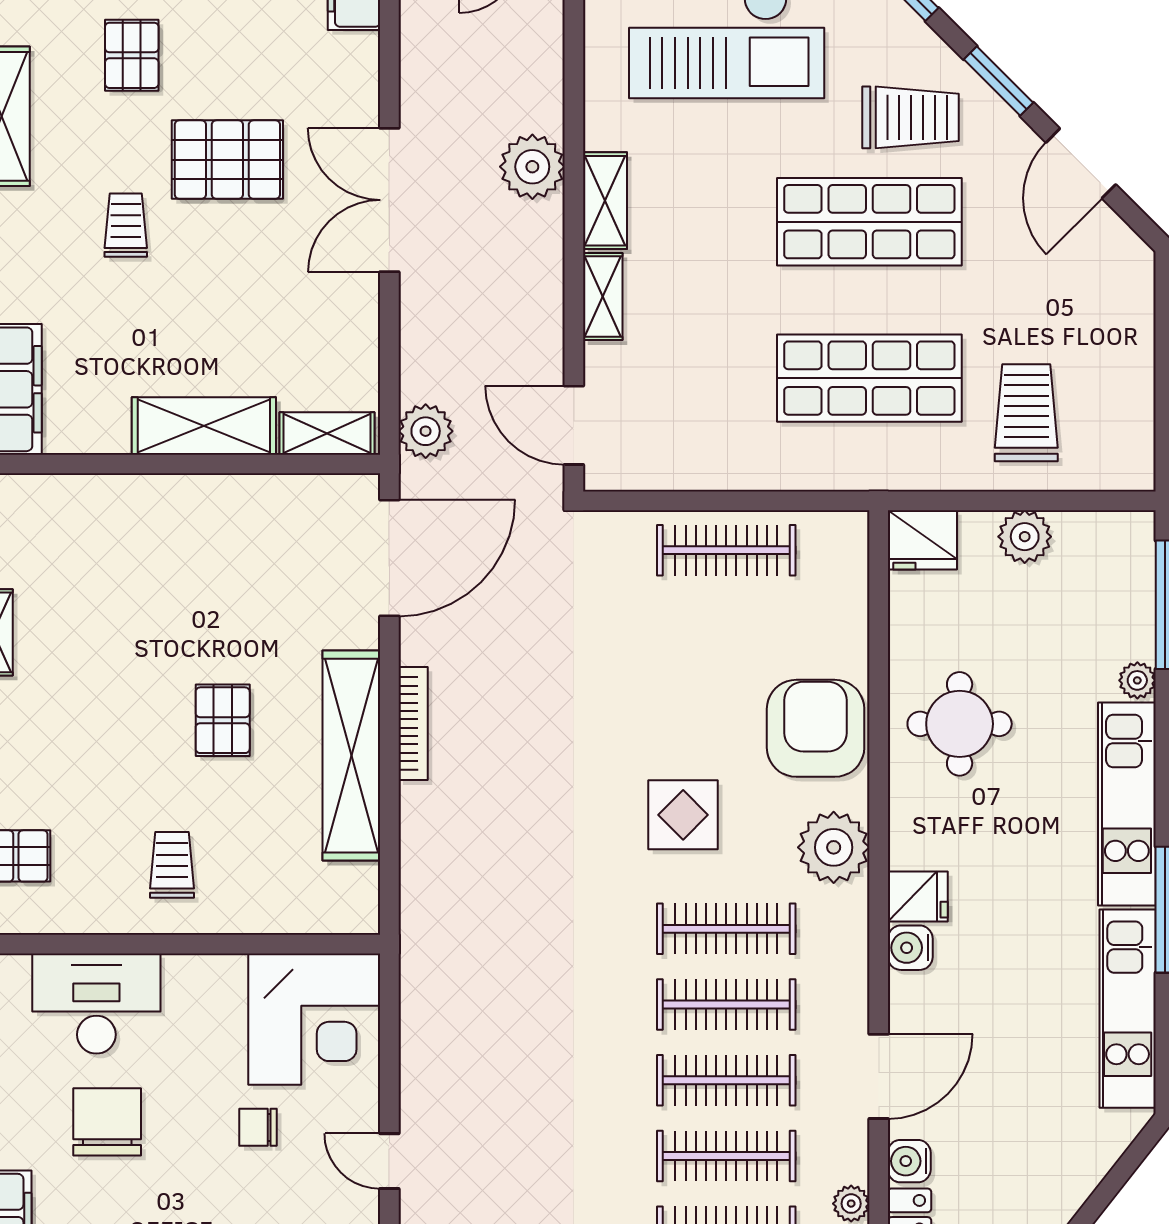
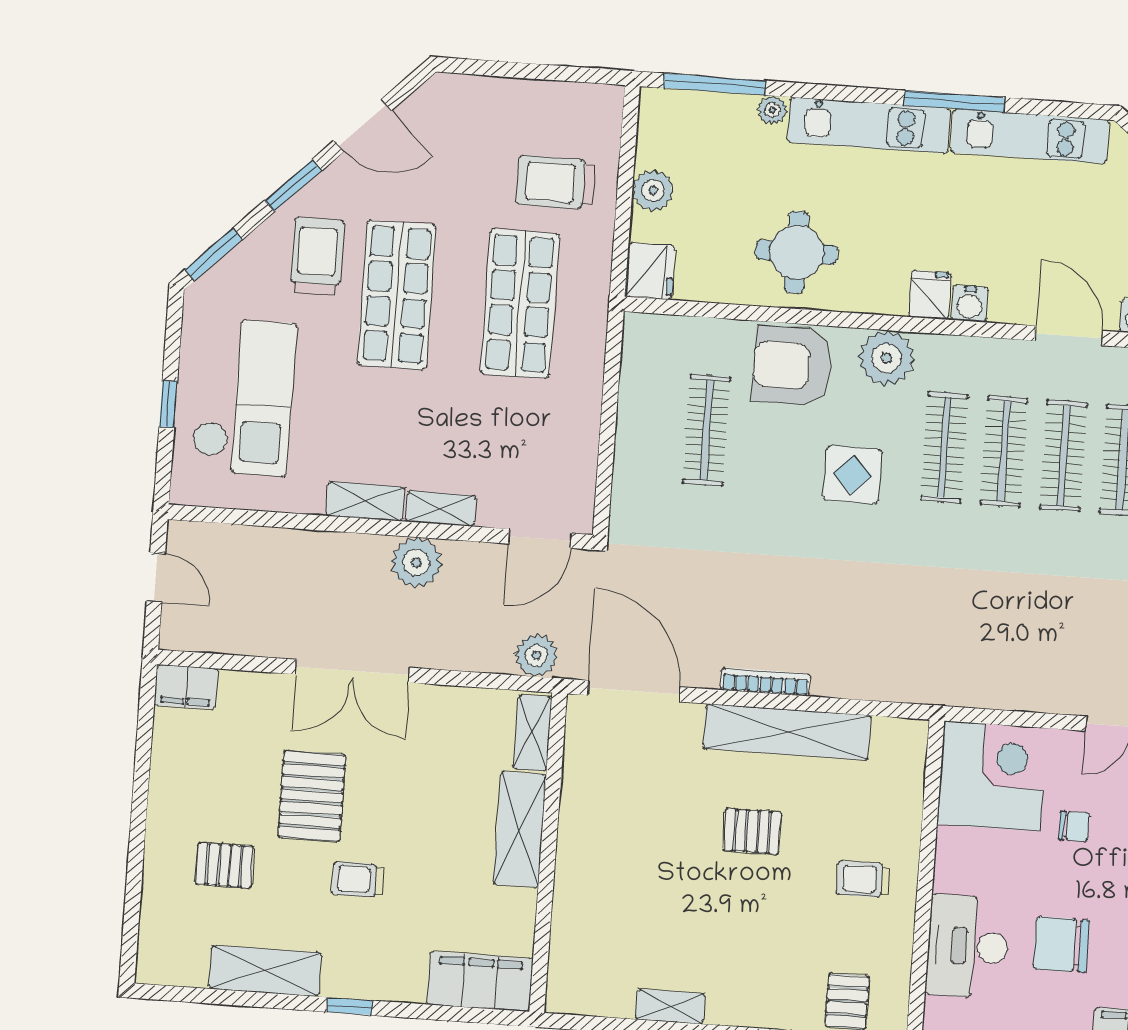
plant: (532, 167) -> (416, 563), moved
clothes rail: (726, 550) -> (706, 430), moved
chair: (258, 1127) -> (1074, 826), turned -90

